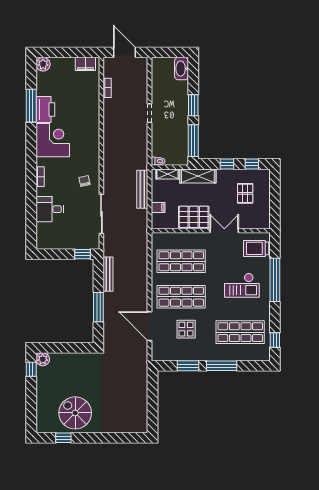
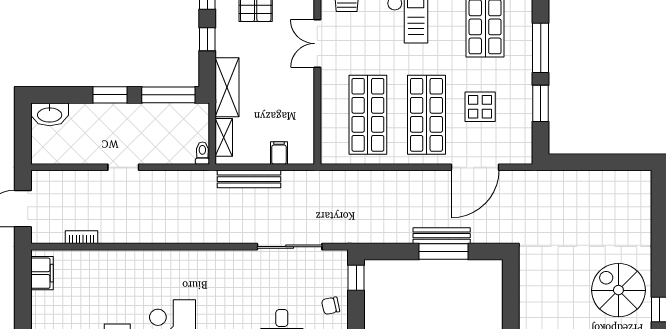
chair: (85, 181) -> (331, 306), moved
pallet: (194, 217) -> (295, 94), removed
bench: (108, 274) -> (442, 236), moved
spiral stairs: (75, 413) -> (618, 290), turned 90

